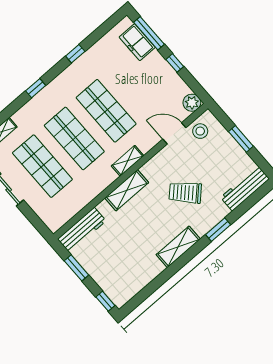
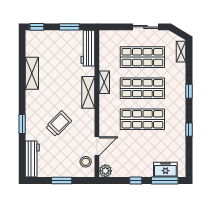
shelving: (128, 161) -> (104, 82), moved
shelving: (178, 247) -> (32, 73), moved

